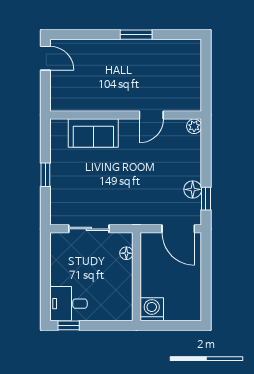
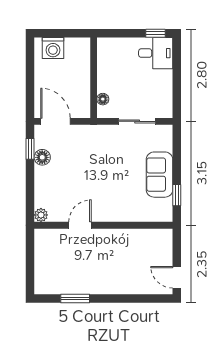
window: (136, 35) -> (75, 299), moved
sofa: (93, 133) -> (160, 175), moved, turned -90
window: (45, 175) -> (177, 195), moved
washing machine: (152, 309) -> (53, 48), moved

